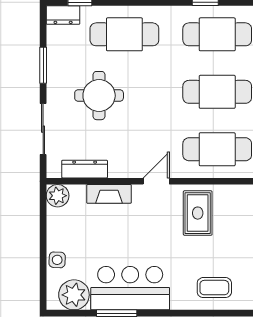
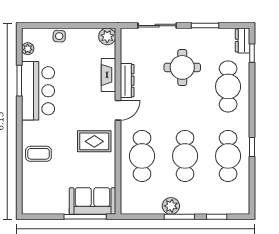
dresser: (85, 169) -> (127, 81), moved
door: (156, 181) -> (118, 110), hinge flipped
coffee table: (214, 288) -> (38, 154), turned 90
plant: (74, 295) -> (28, 49), width x0.53, depth x0.53

